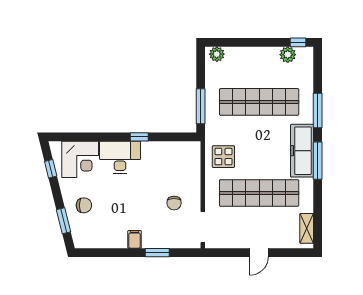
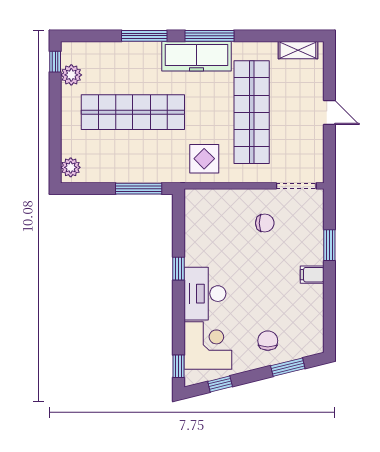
shop shelf: (259, 102) -> (133, 112), turned 90
window: (64, 137) -> (178, 366), added

